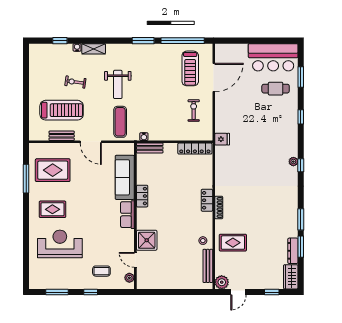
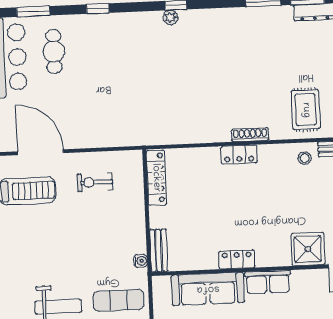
fridge: (222, 139) -> (139, 134), removed

